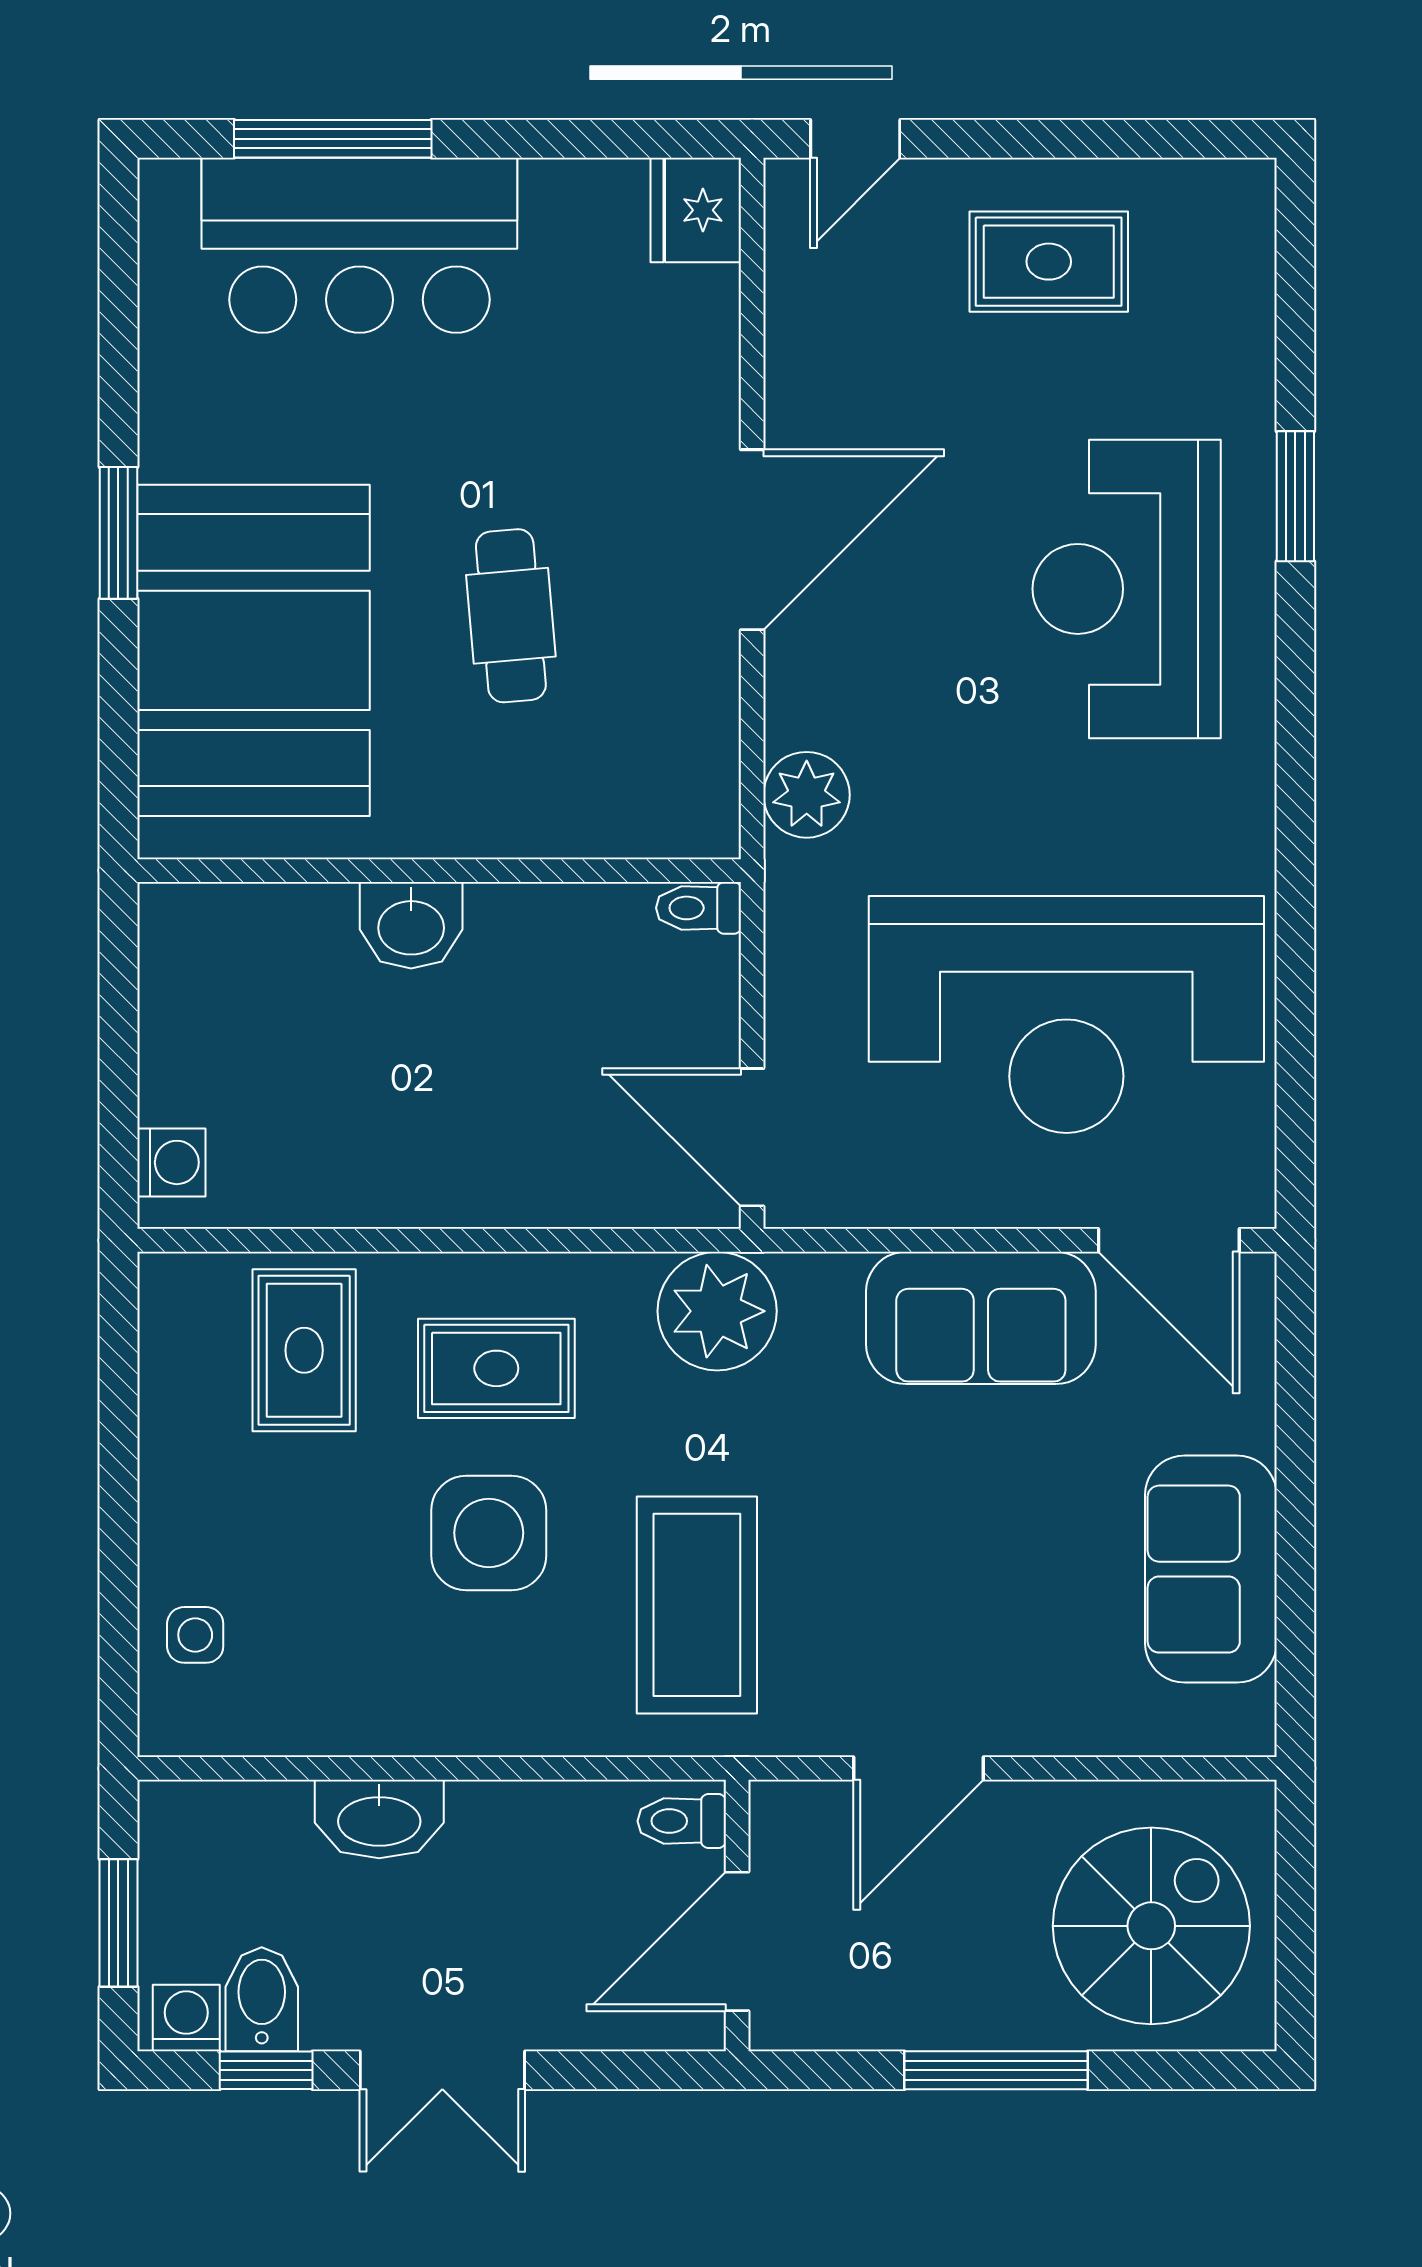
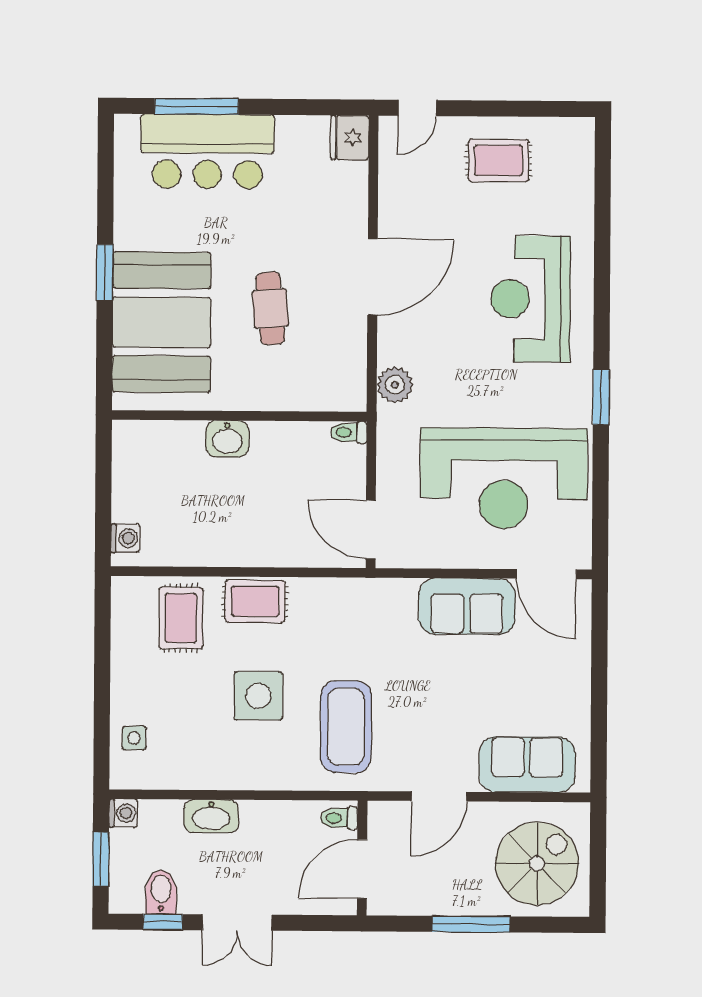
window: (1295, 496) -> (601, 397), moved
plant: (717, 1311) -> (355, 603), removed
rug: (496, 1368) -> (255, 601), moved
sofa: (1211, 1569) -> (527, 764), moved, turned 90
washing machine: (186, 2018) -> (123, 813), moved, turned 90

